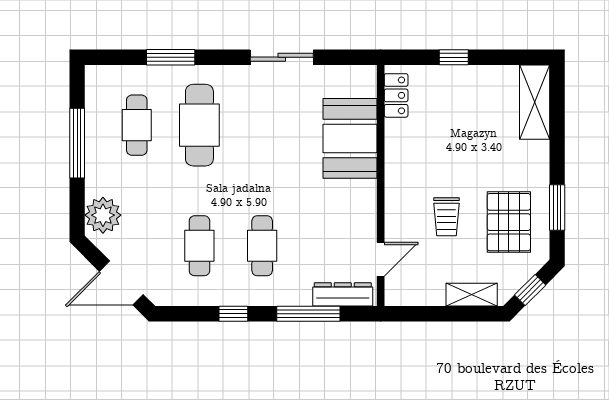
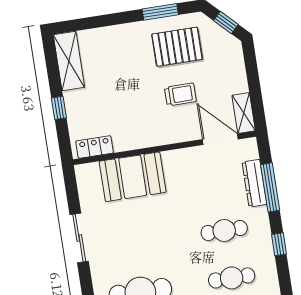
shelving: (535, 102) -> (69, 61), moved, turned 90
door: (381, 259) -> (220, 139), width x1.38
dresser: (343, 294) -> (254, 183), moved
shelving: (472, 295) -> (244, 113), moved

